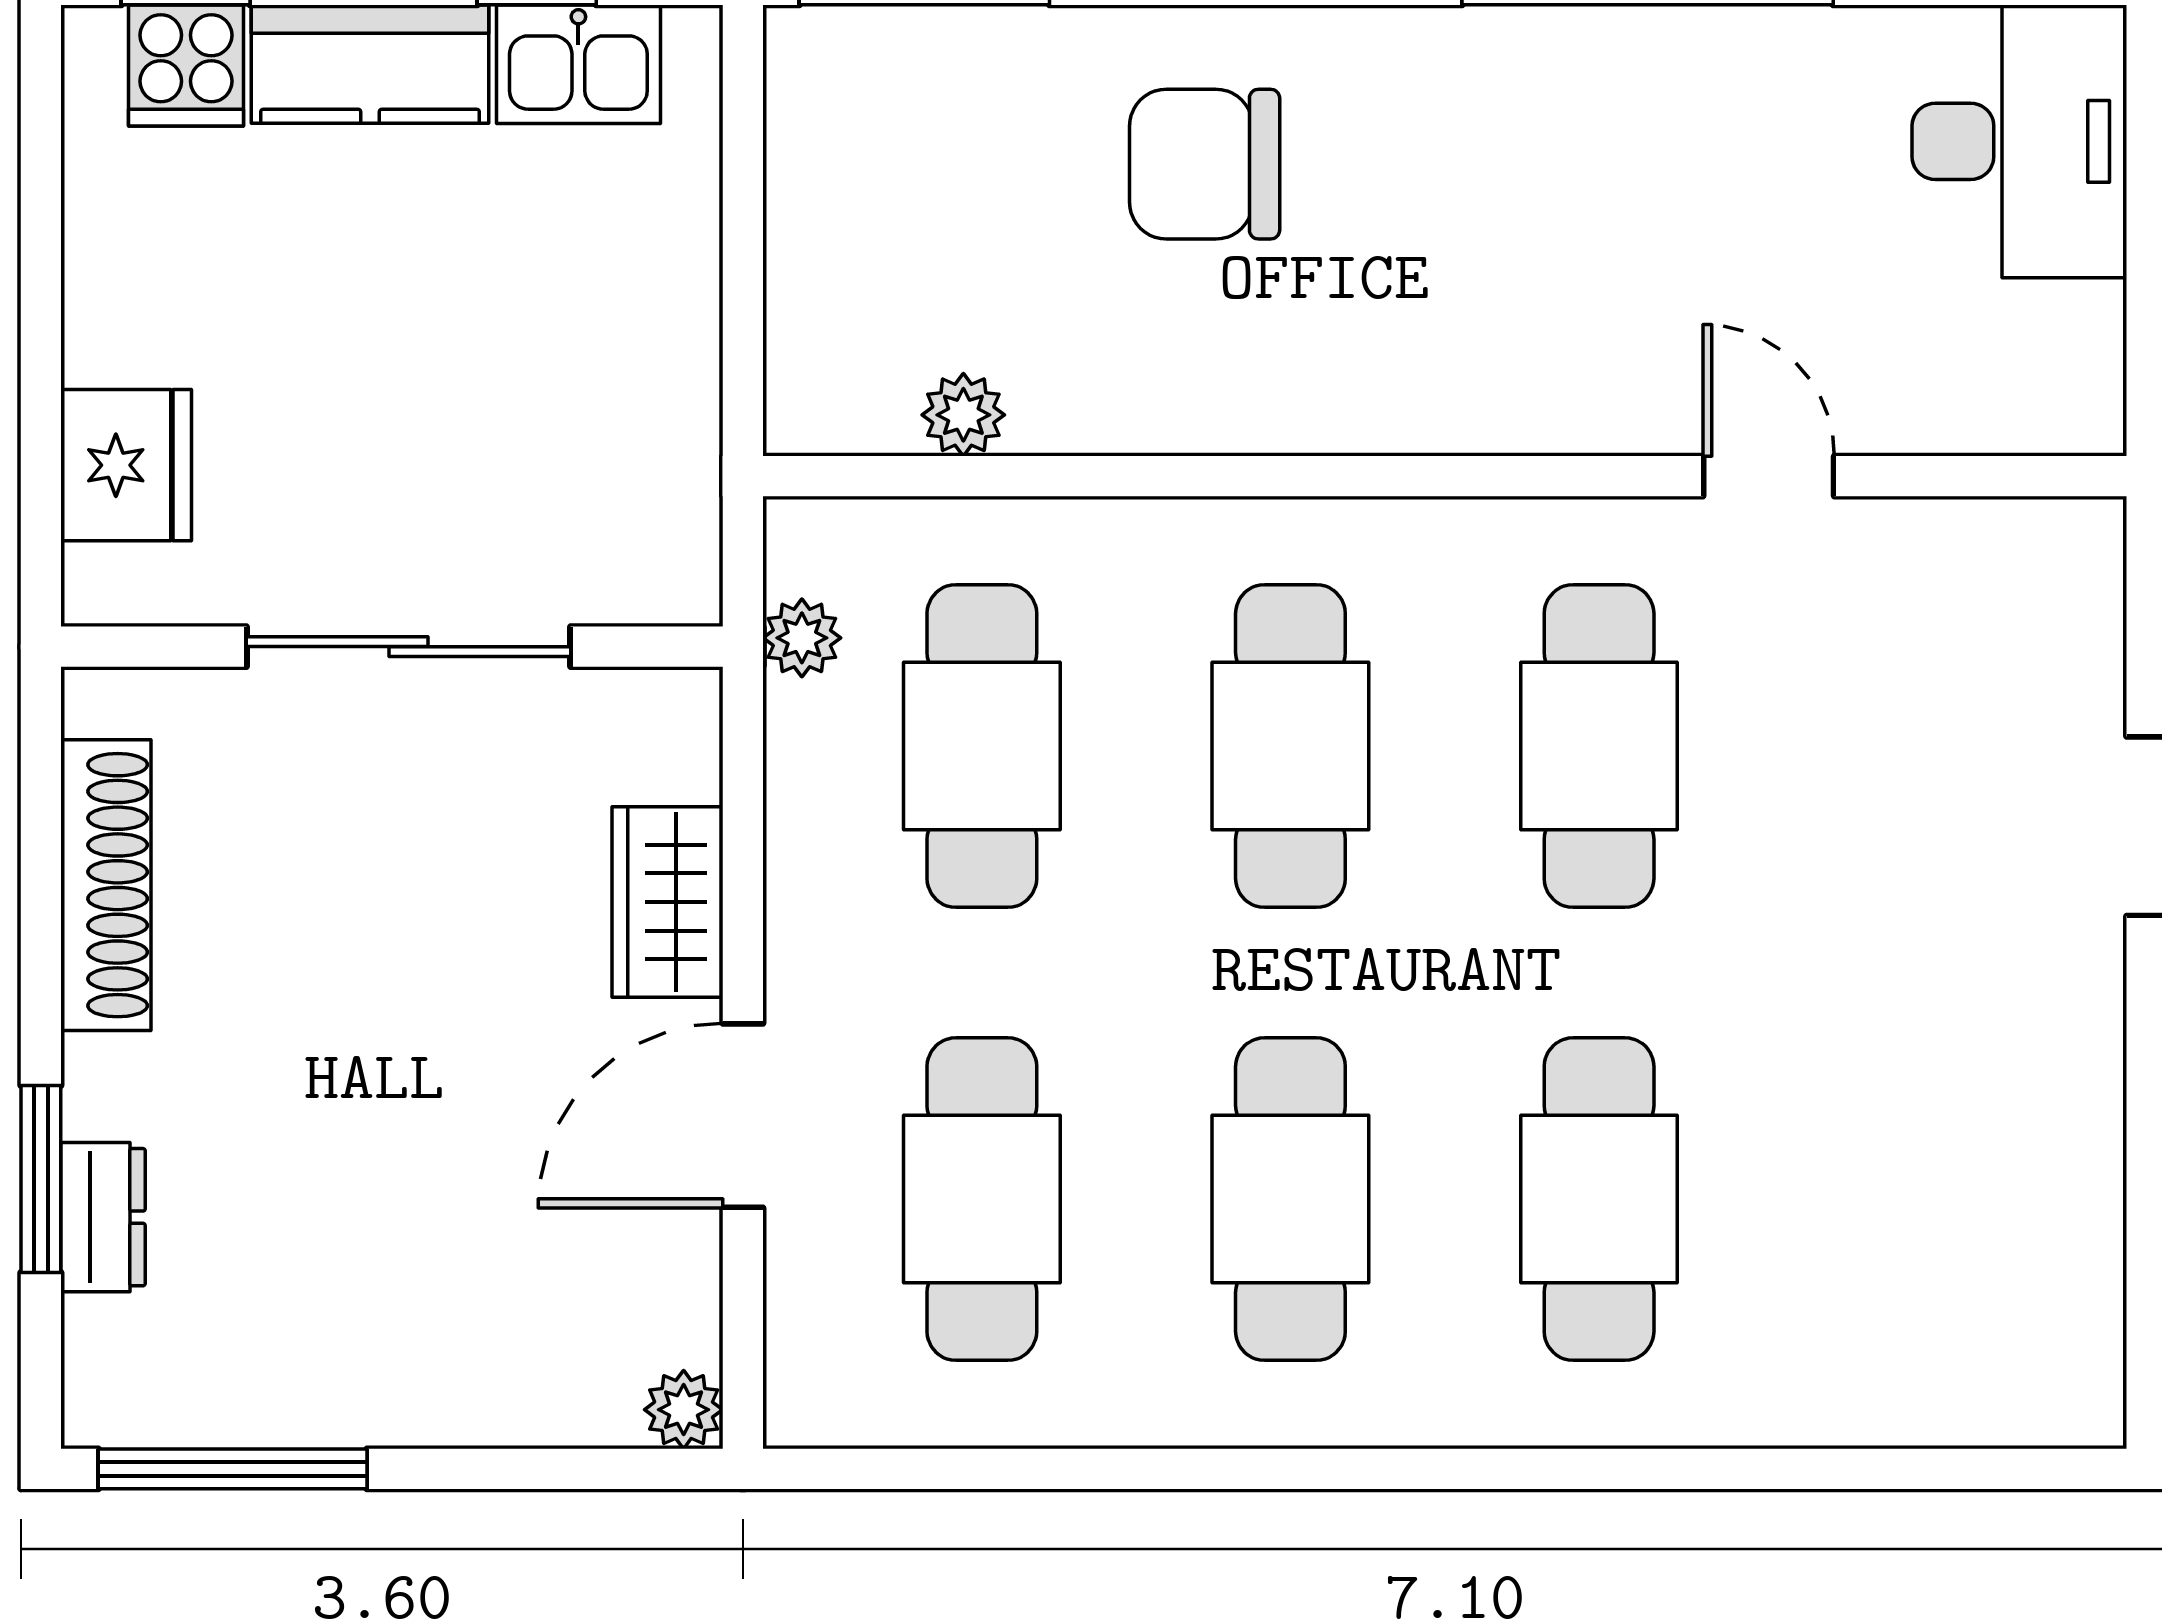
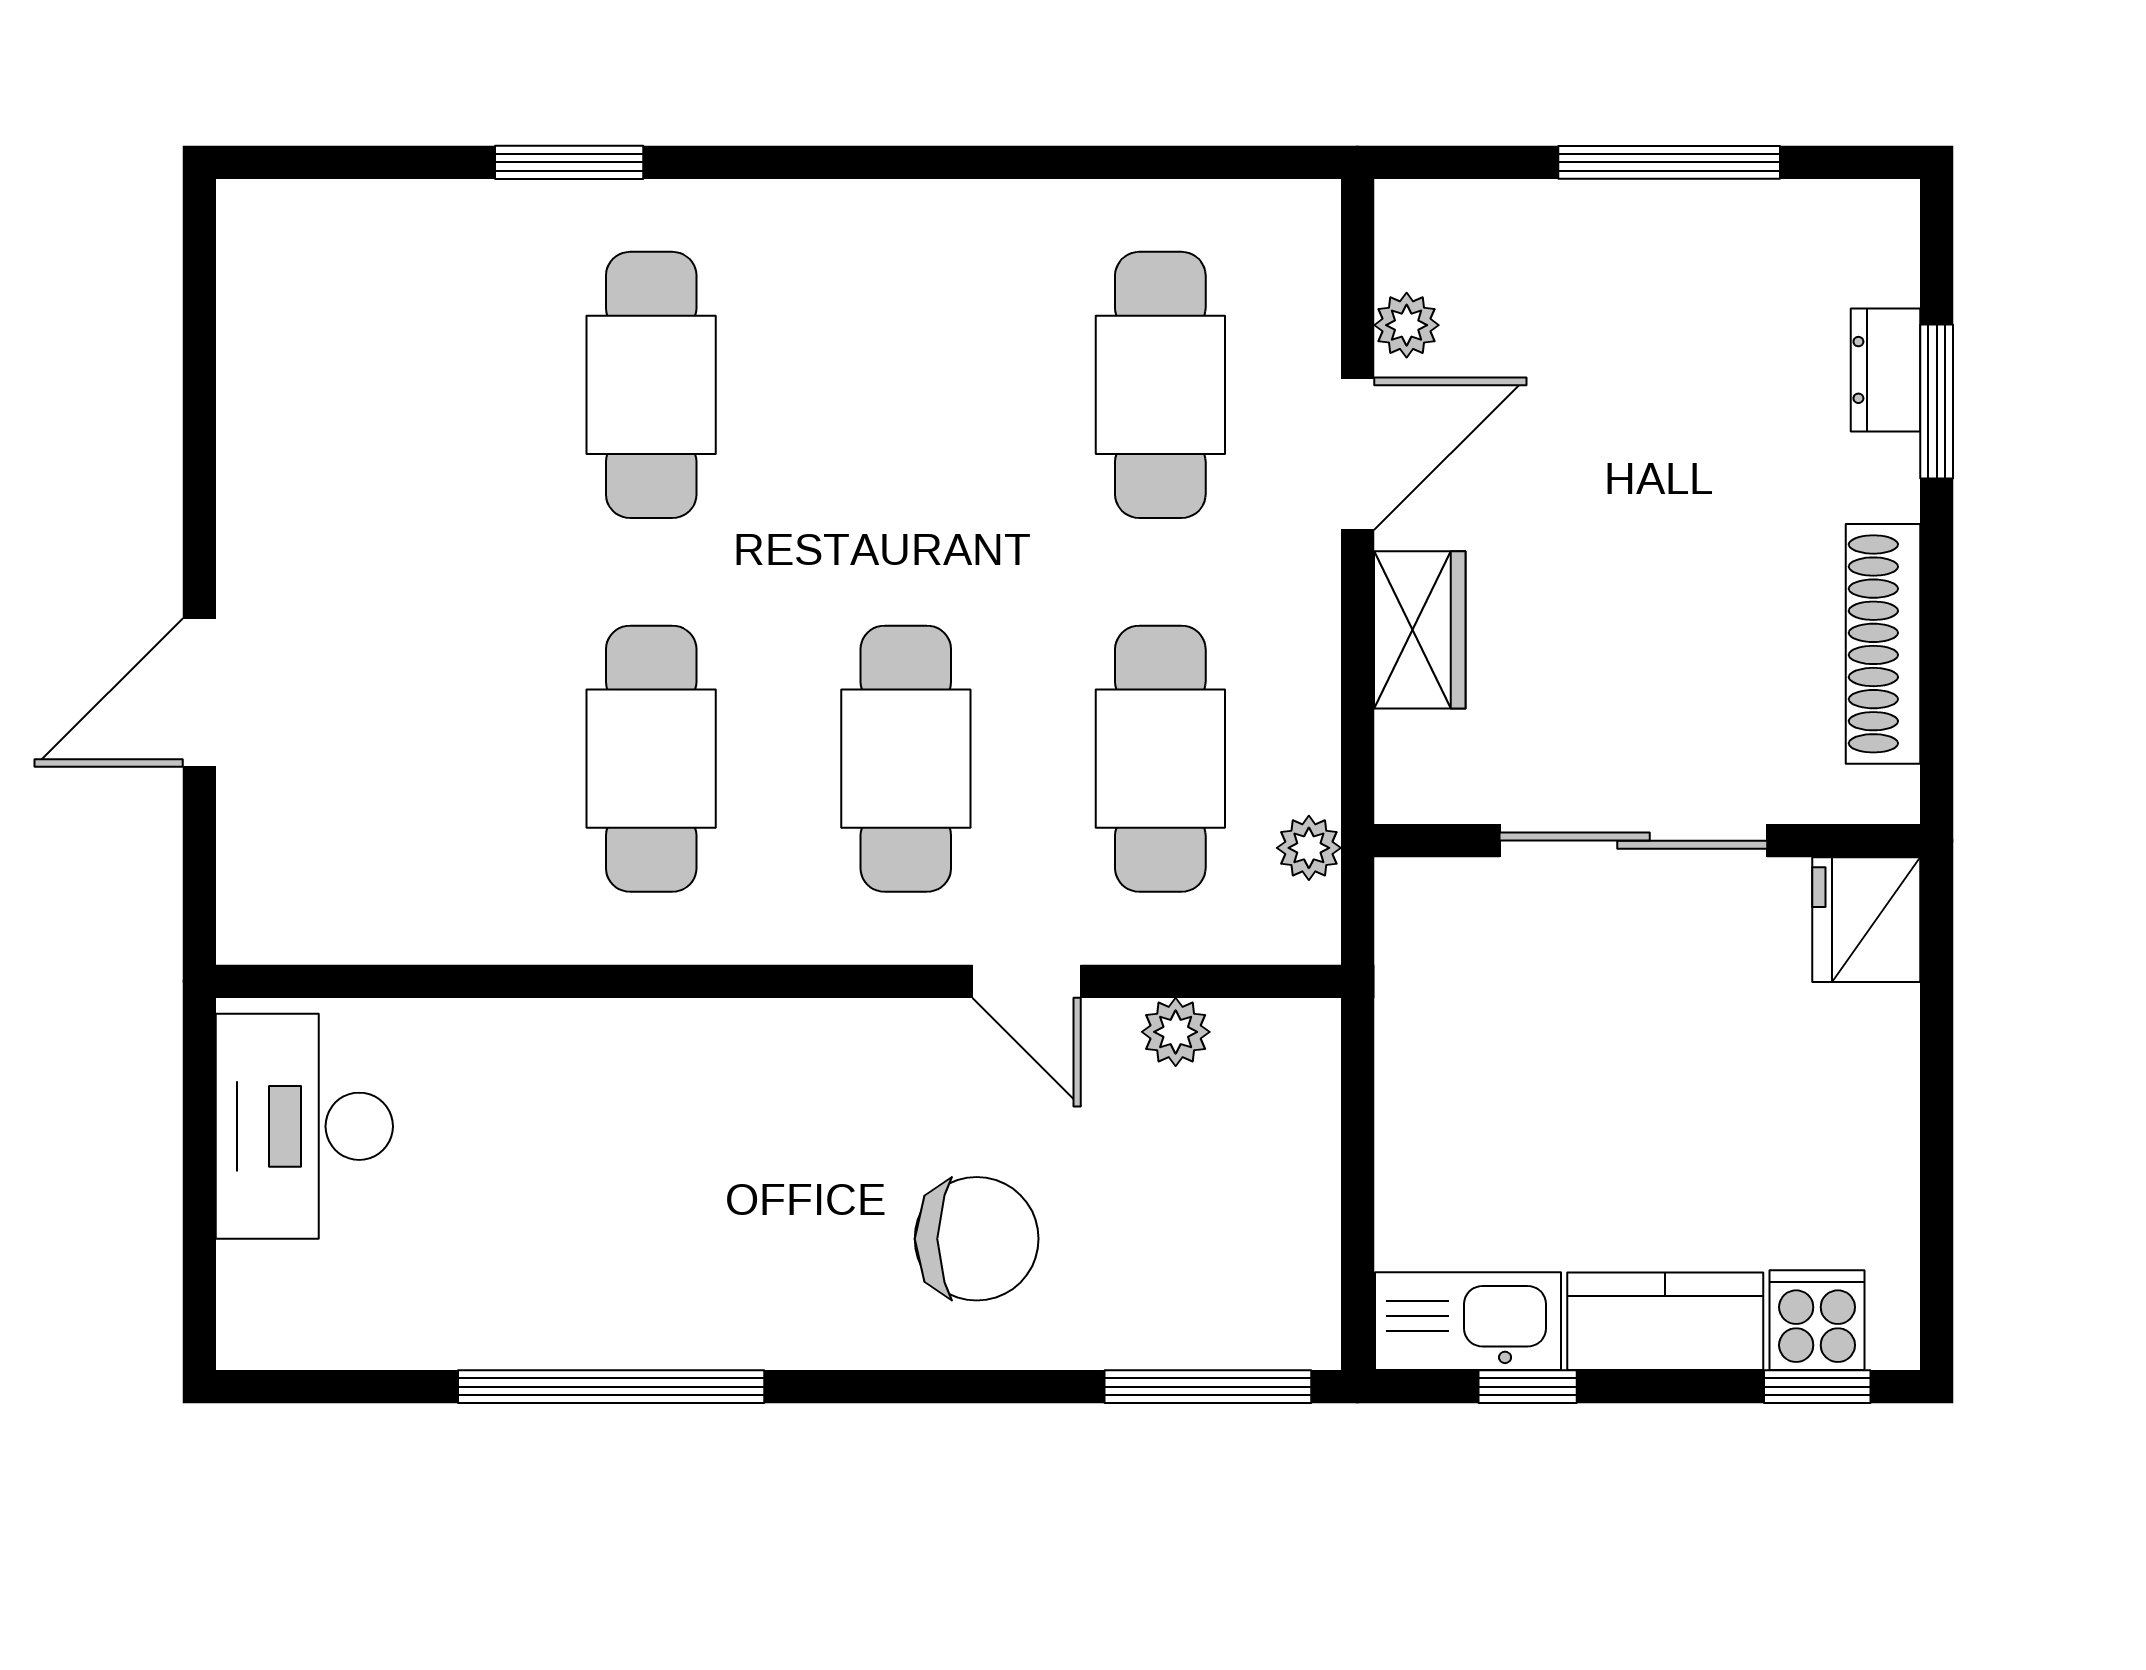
kitchen sink: (578, 64) -> (1468, 1321), width x1.38
desk: (2019, 141) -> (304, 1126), moved
fridge: (126, 465) -> (1866, 920), moved
door: (1769, 476) -> (1027, 981), moved
cafe table: (1290, 1199) -> (906, 385), removed
plant: (684, 1410) -> (1407, 325), moved
window: (233, 1469) -> (1669, 162), moved
window: (1698, 1469) -> (569, 162), added

